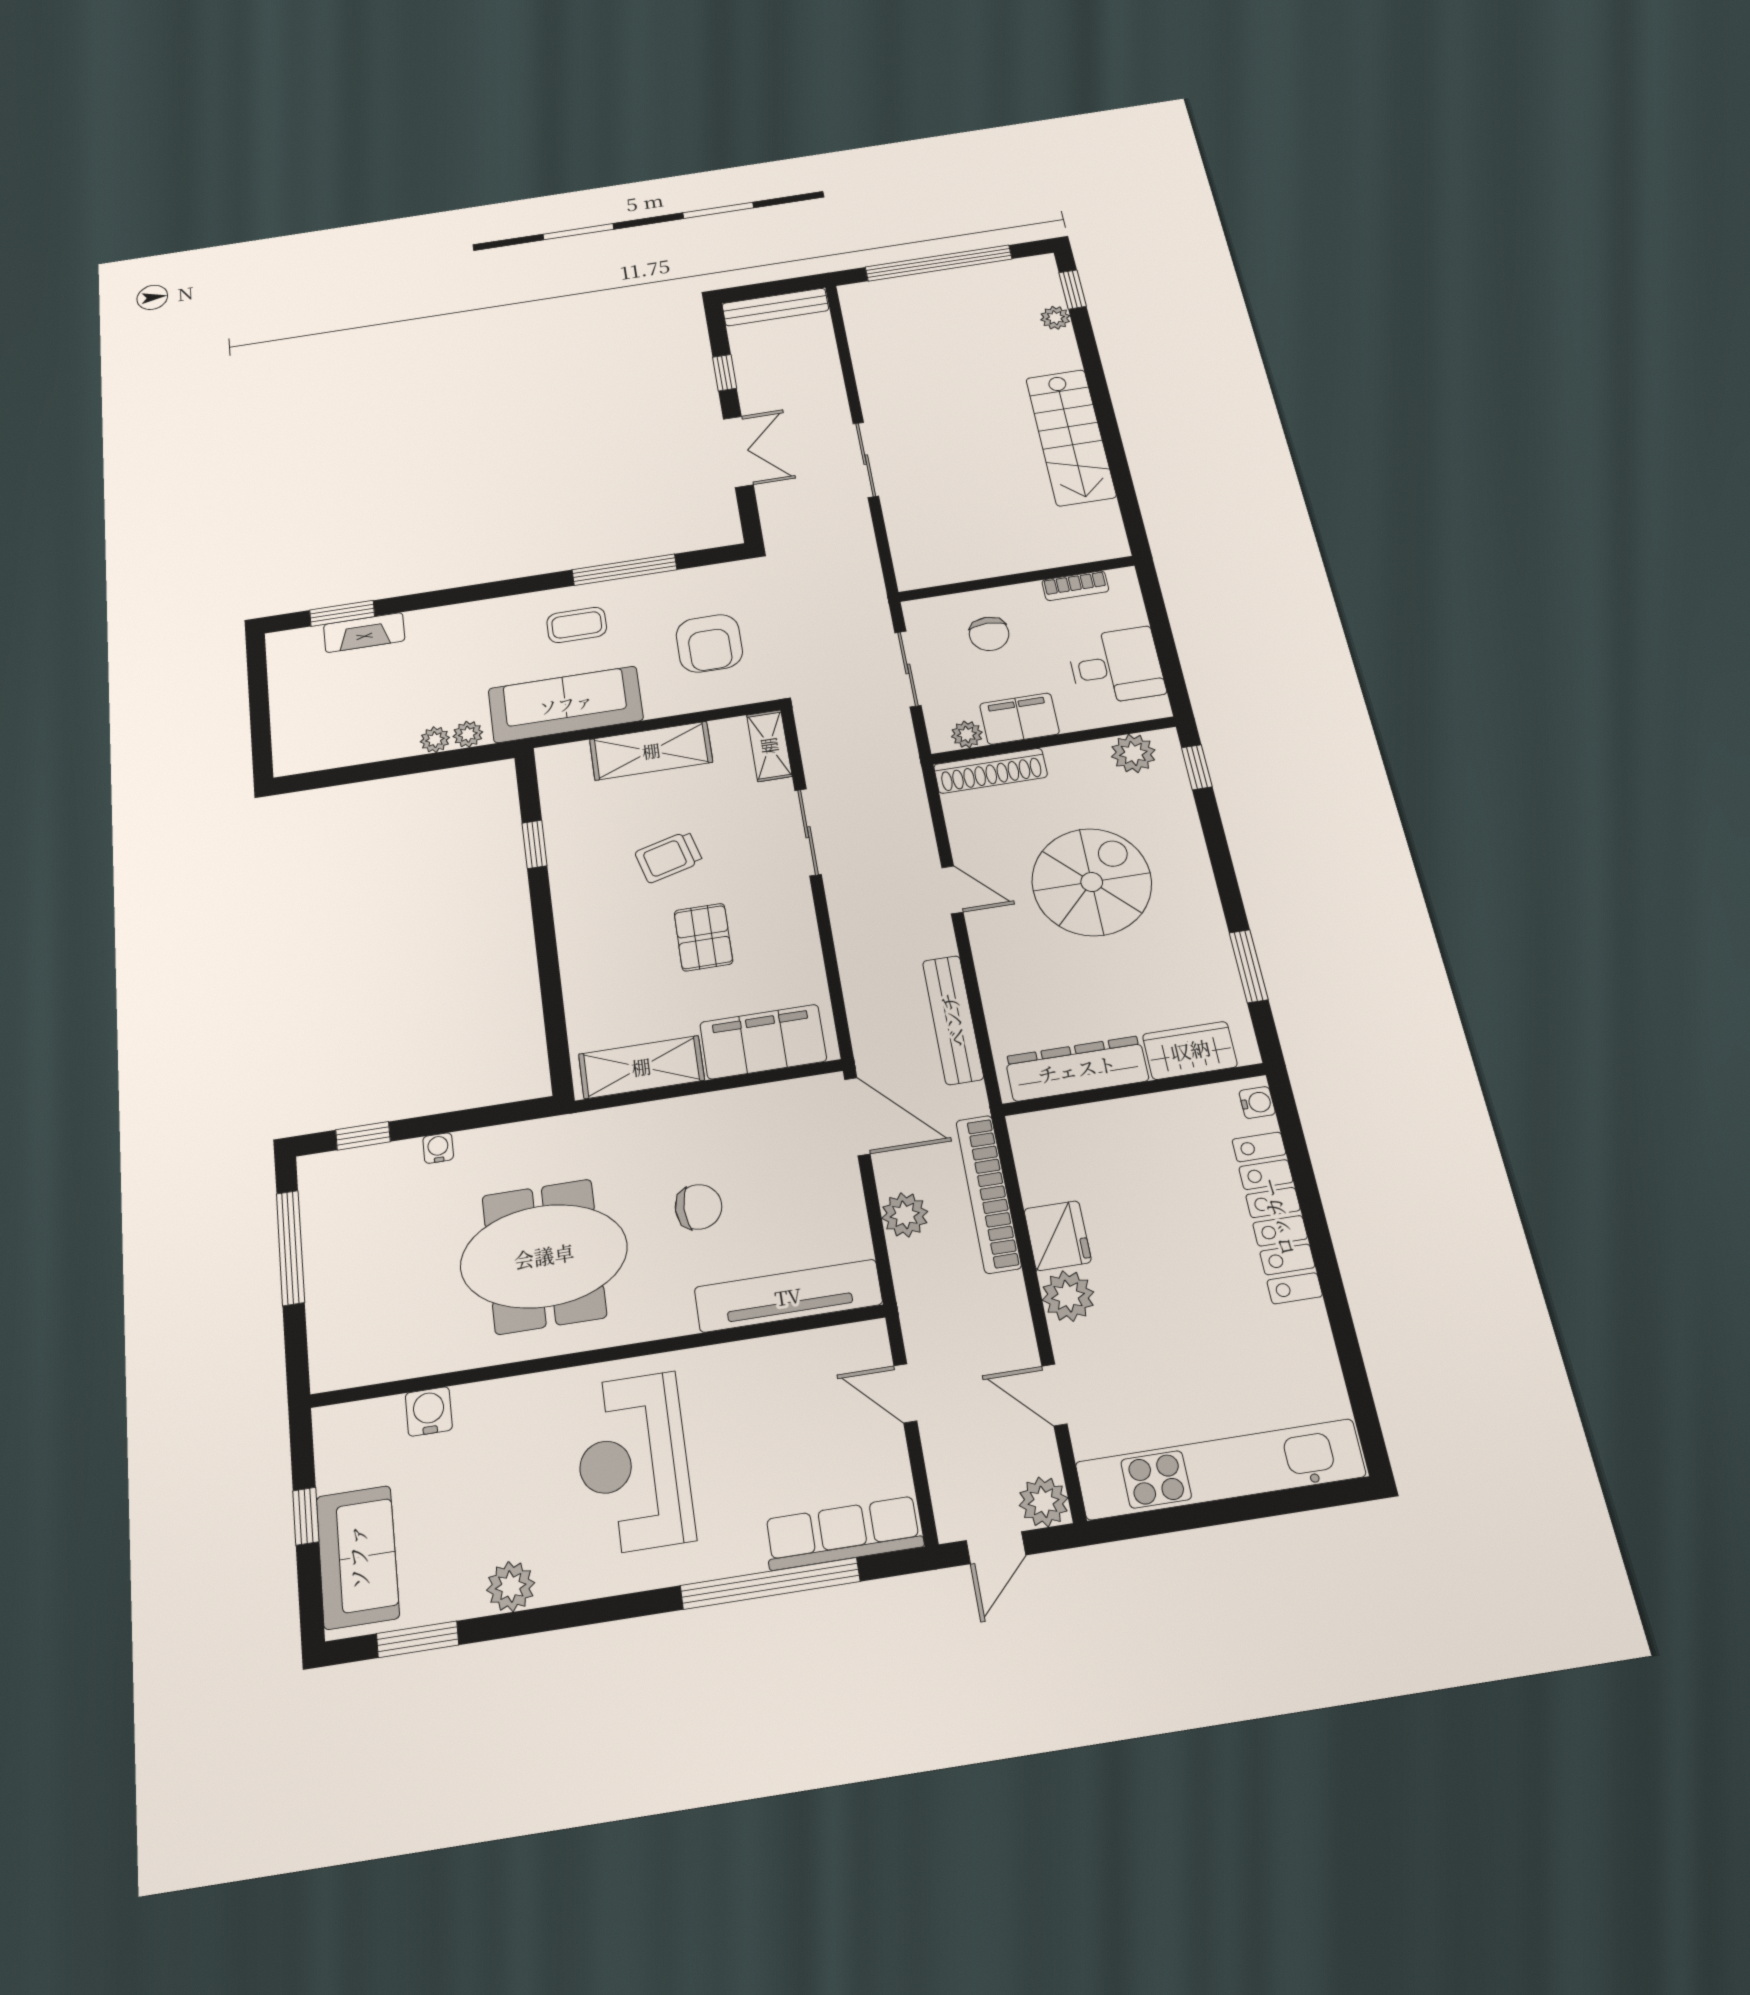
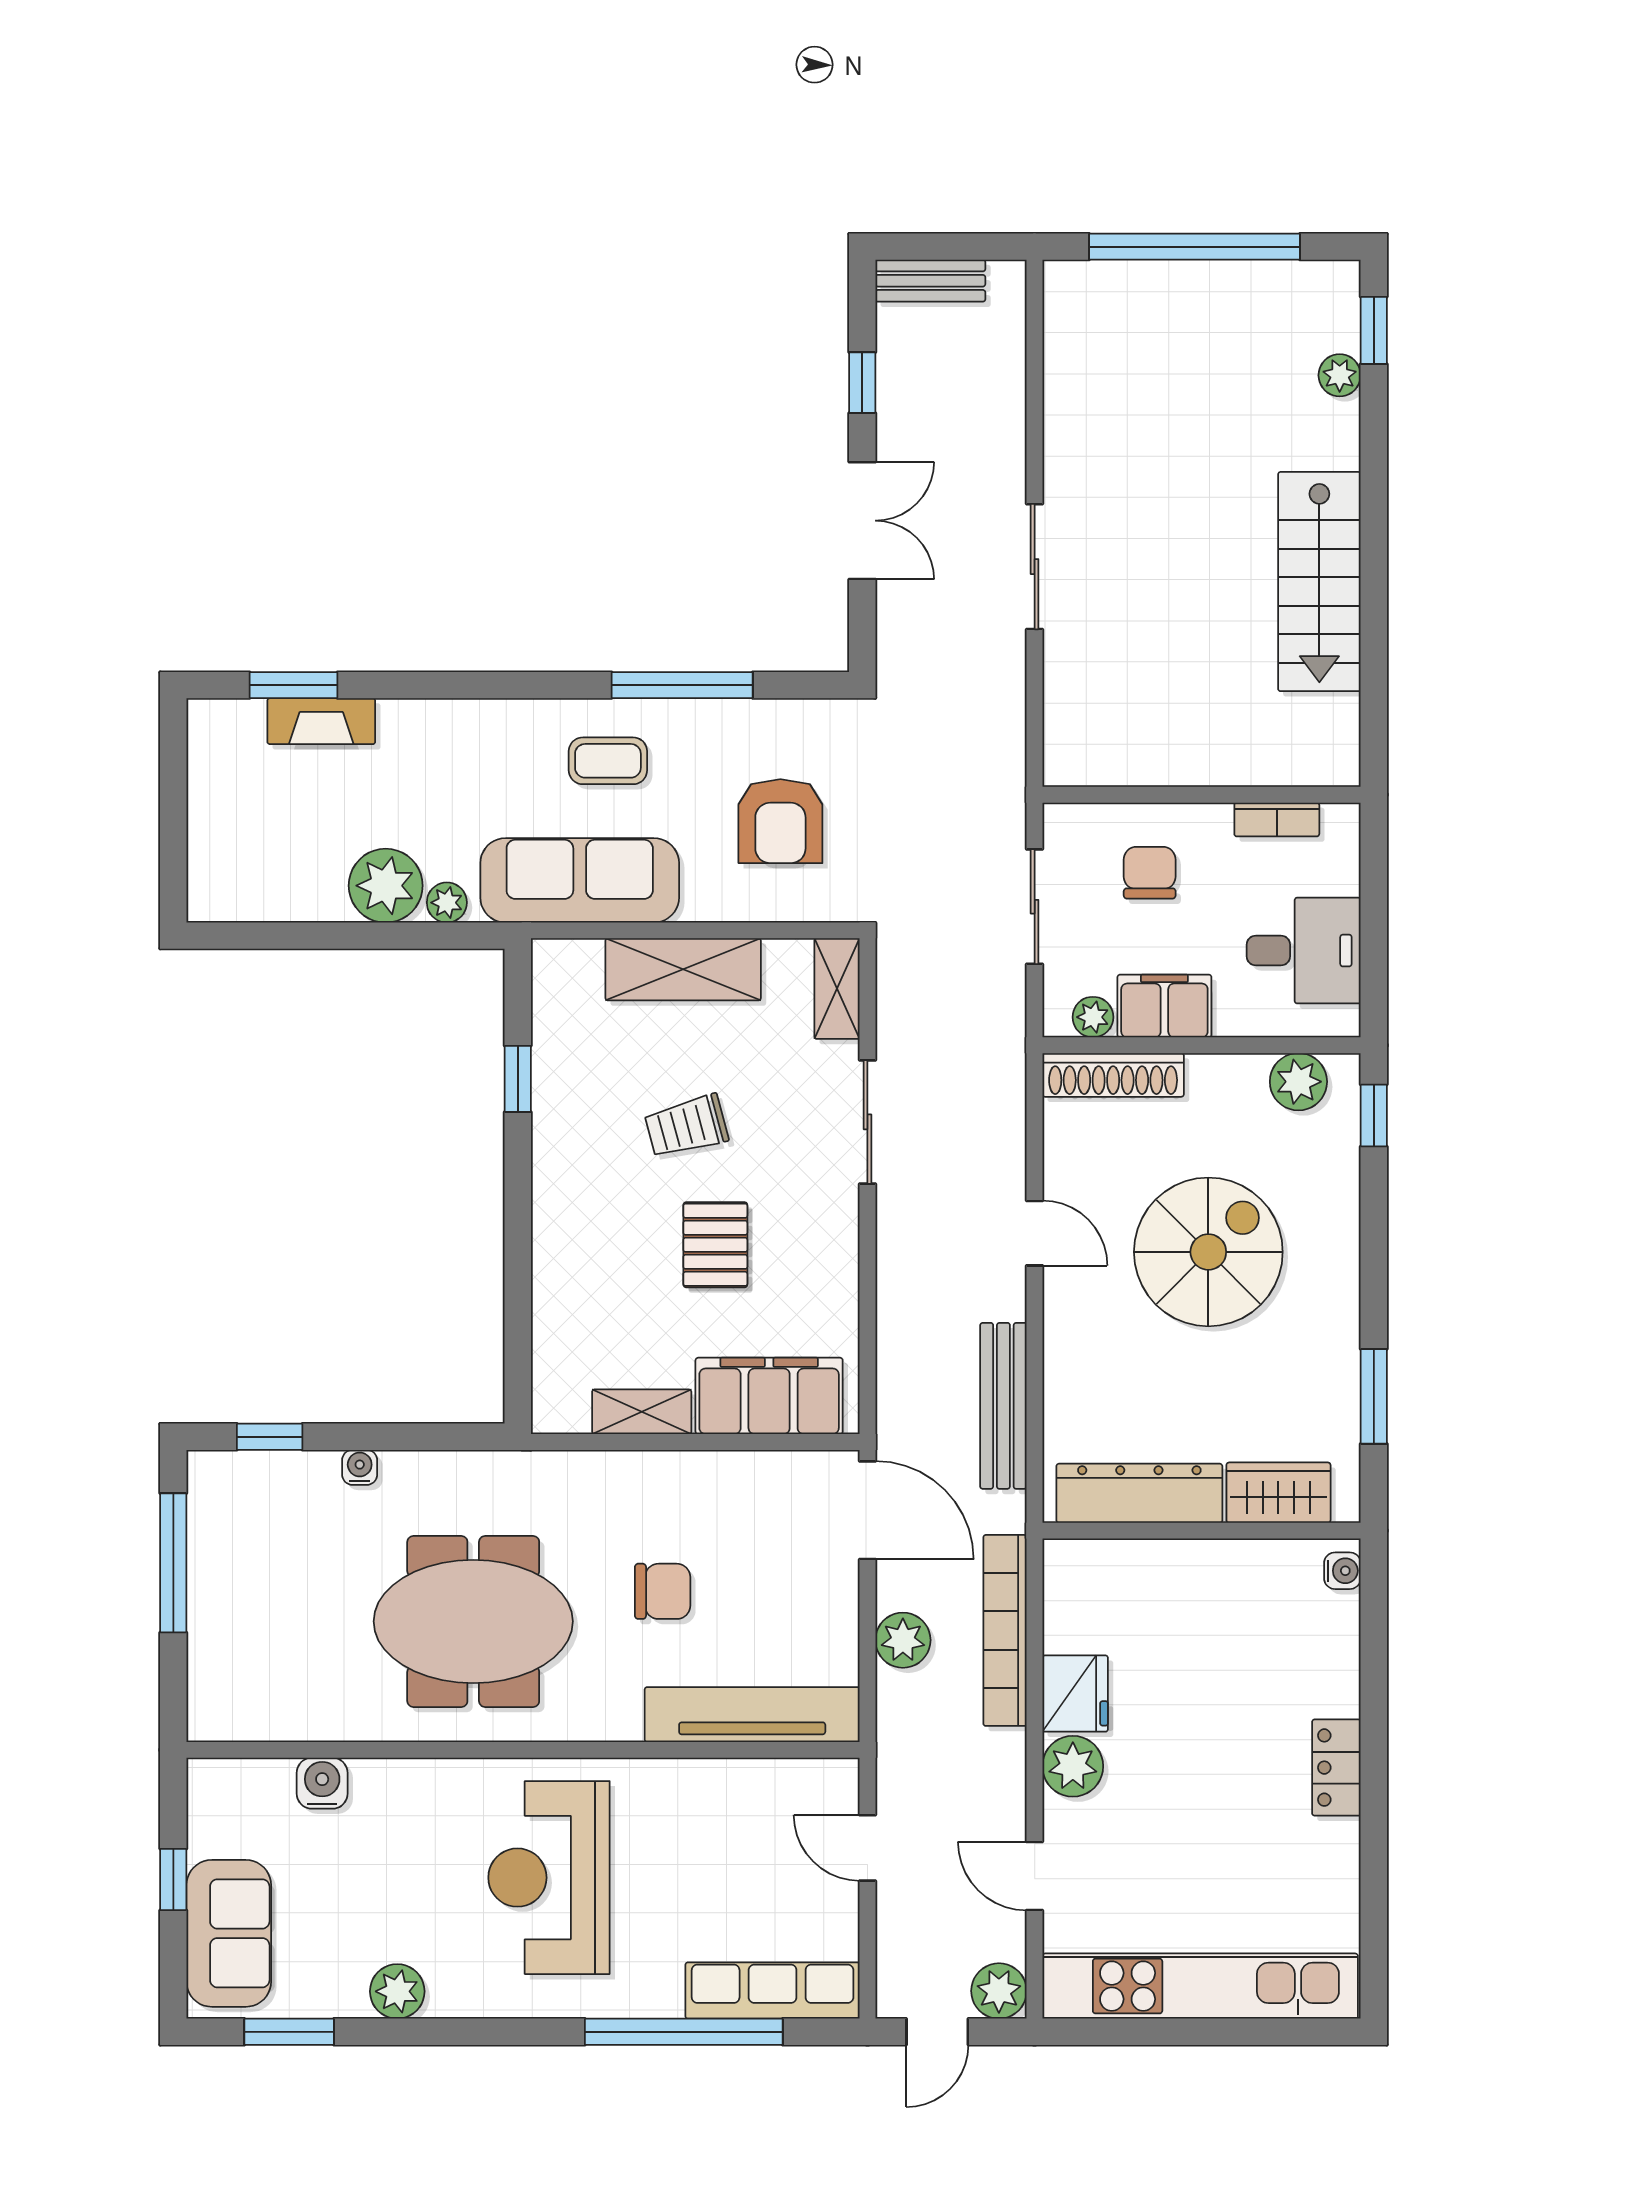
bench: (775, 307) -> (930, 281), width x0.73
chair: (989, 634) -> (1150, 873), turned 180
plant: (435, 740) -> (386, 886), width x1.88, depth x1.88
shelving: (641, 1067) -> (642, 1412), width x0.67, depth x0.75
locker: (1277, 1217) -> (1336, 1768), width x0.46, depth x0.83

